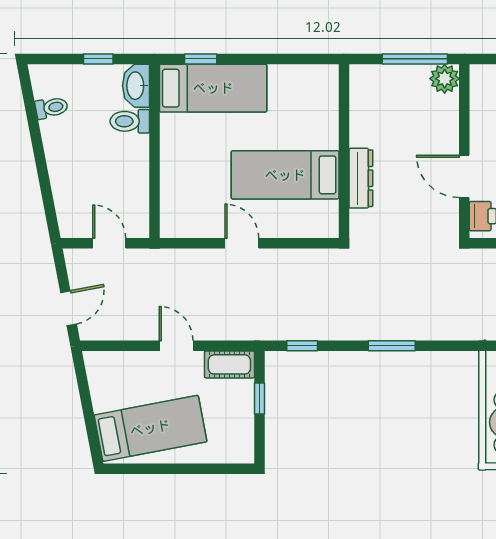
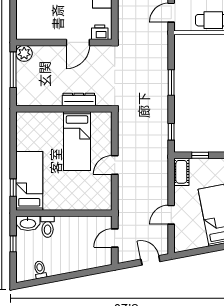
door: (176, 346) -> (171, 215), moved

